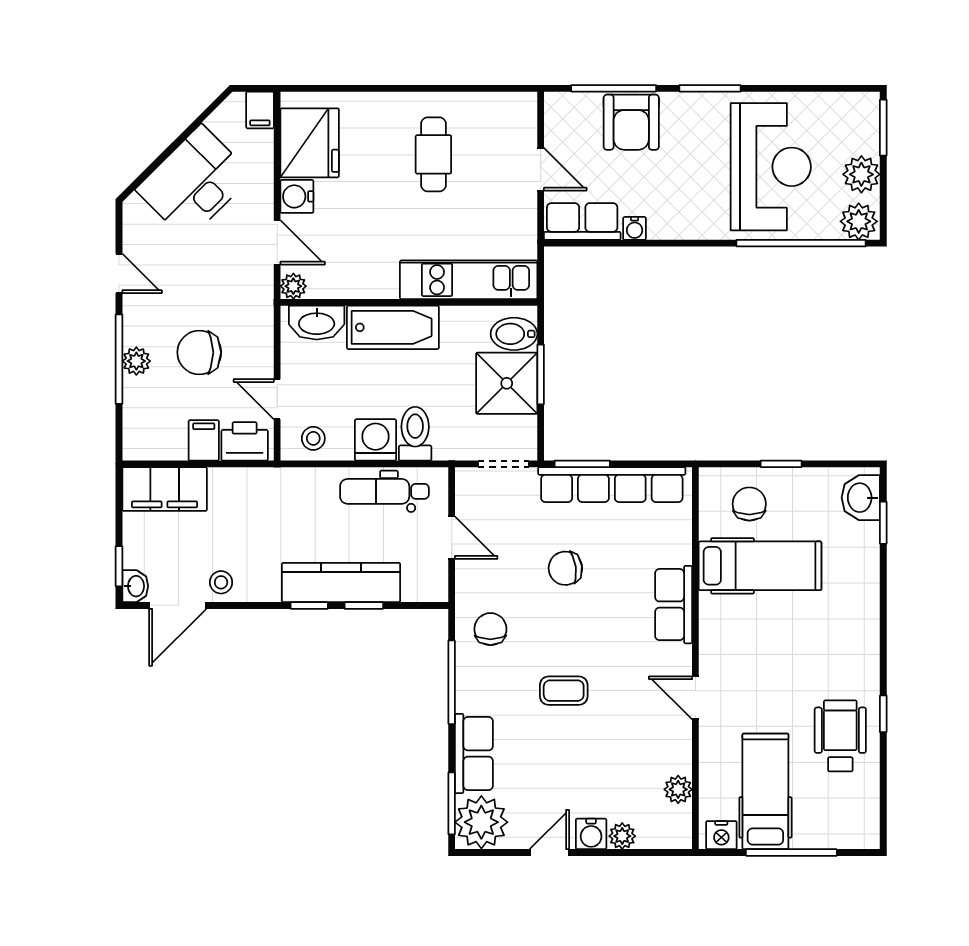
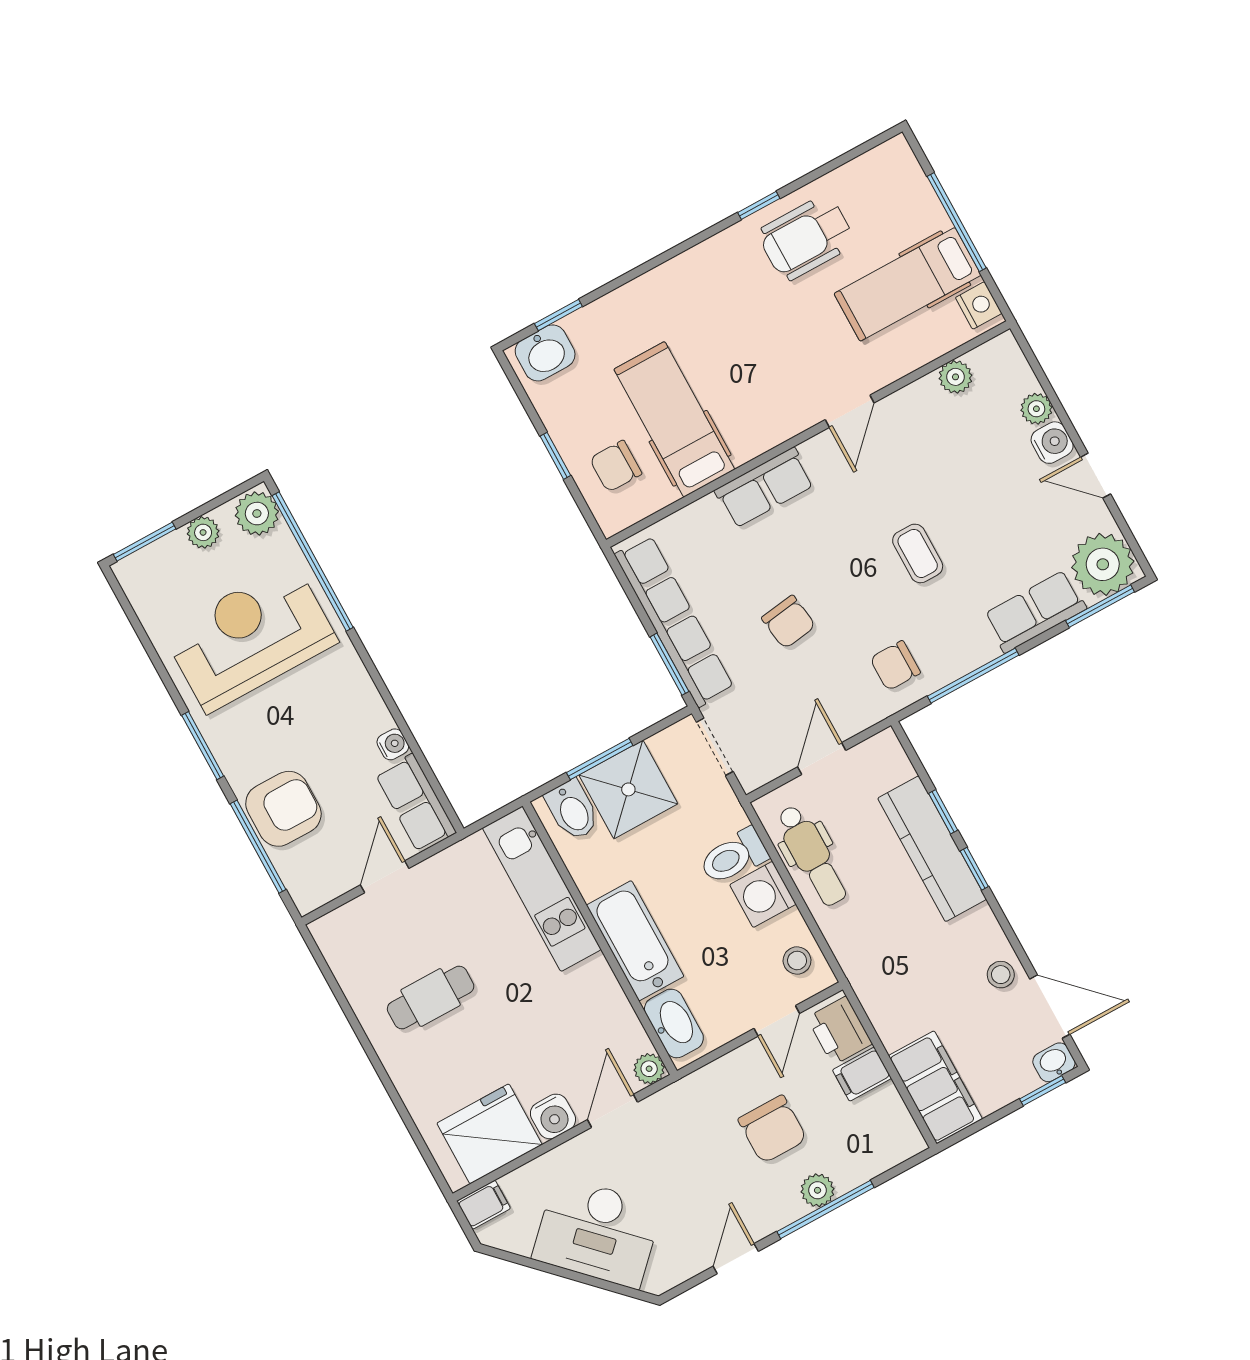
plant: (861, 174) -> (203, 532), width x0.73, depth x0.73

